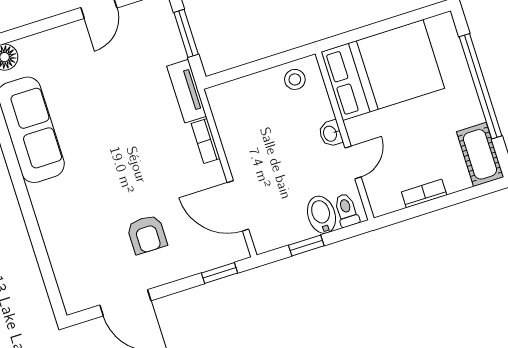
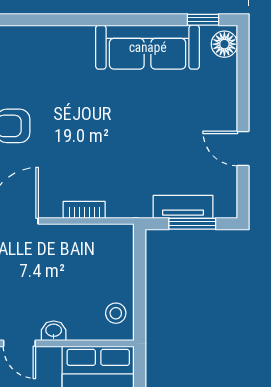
tv unit: (187, 91) -> (183, 207), moved

